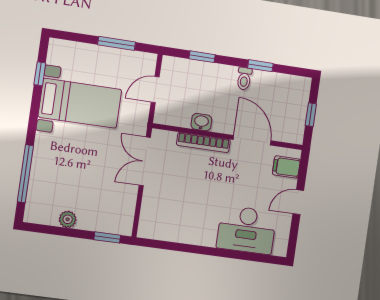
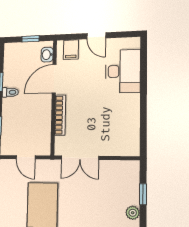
washbasin: (201, 122) -> (47, 55), moved
window: (107, 237) -> (143, 194), moved

